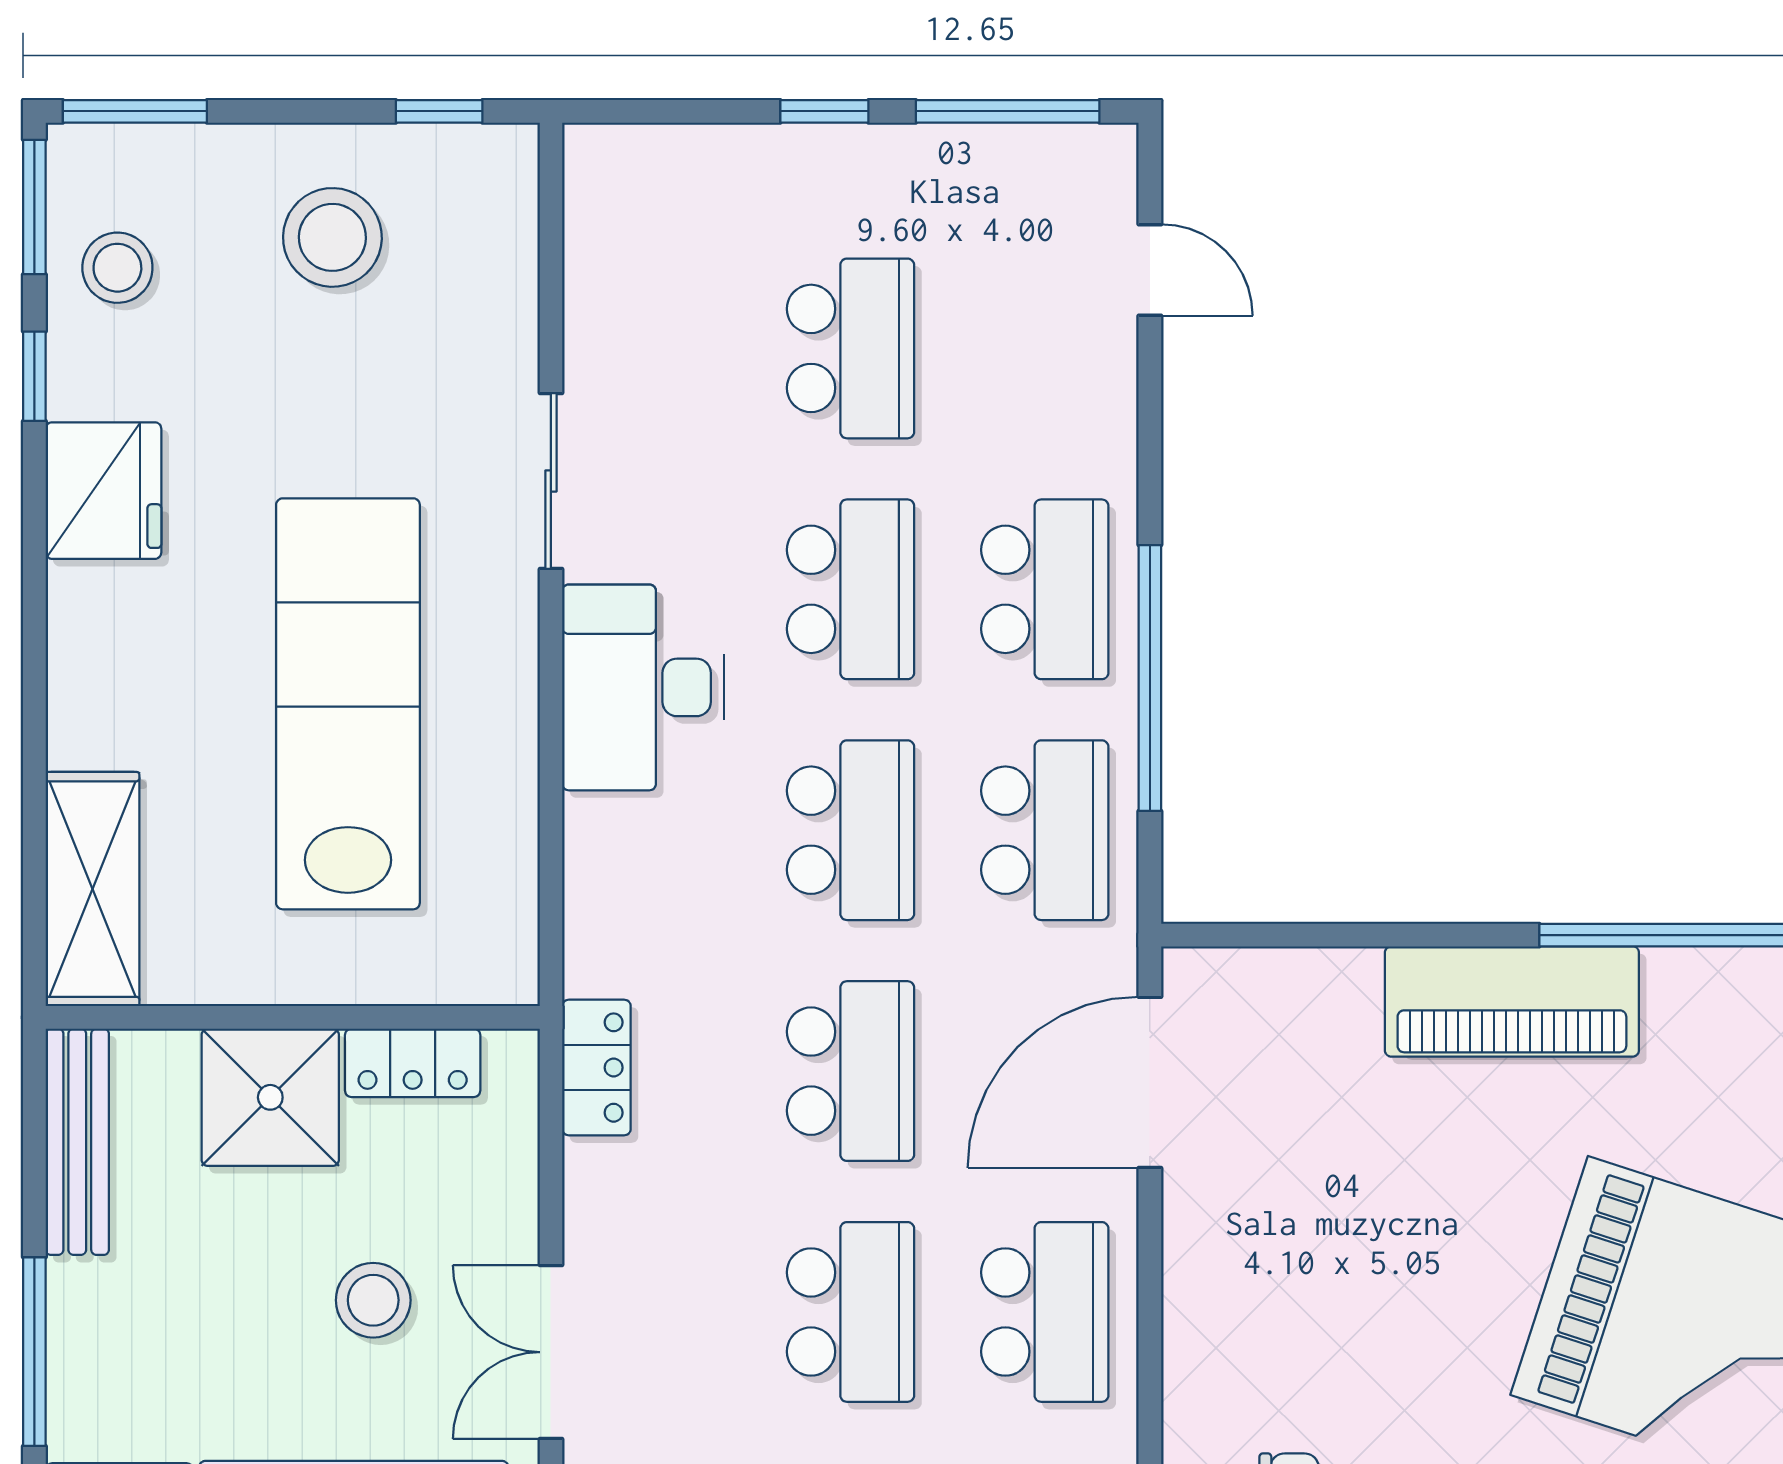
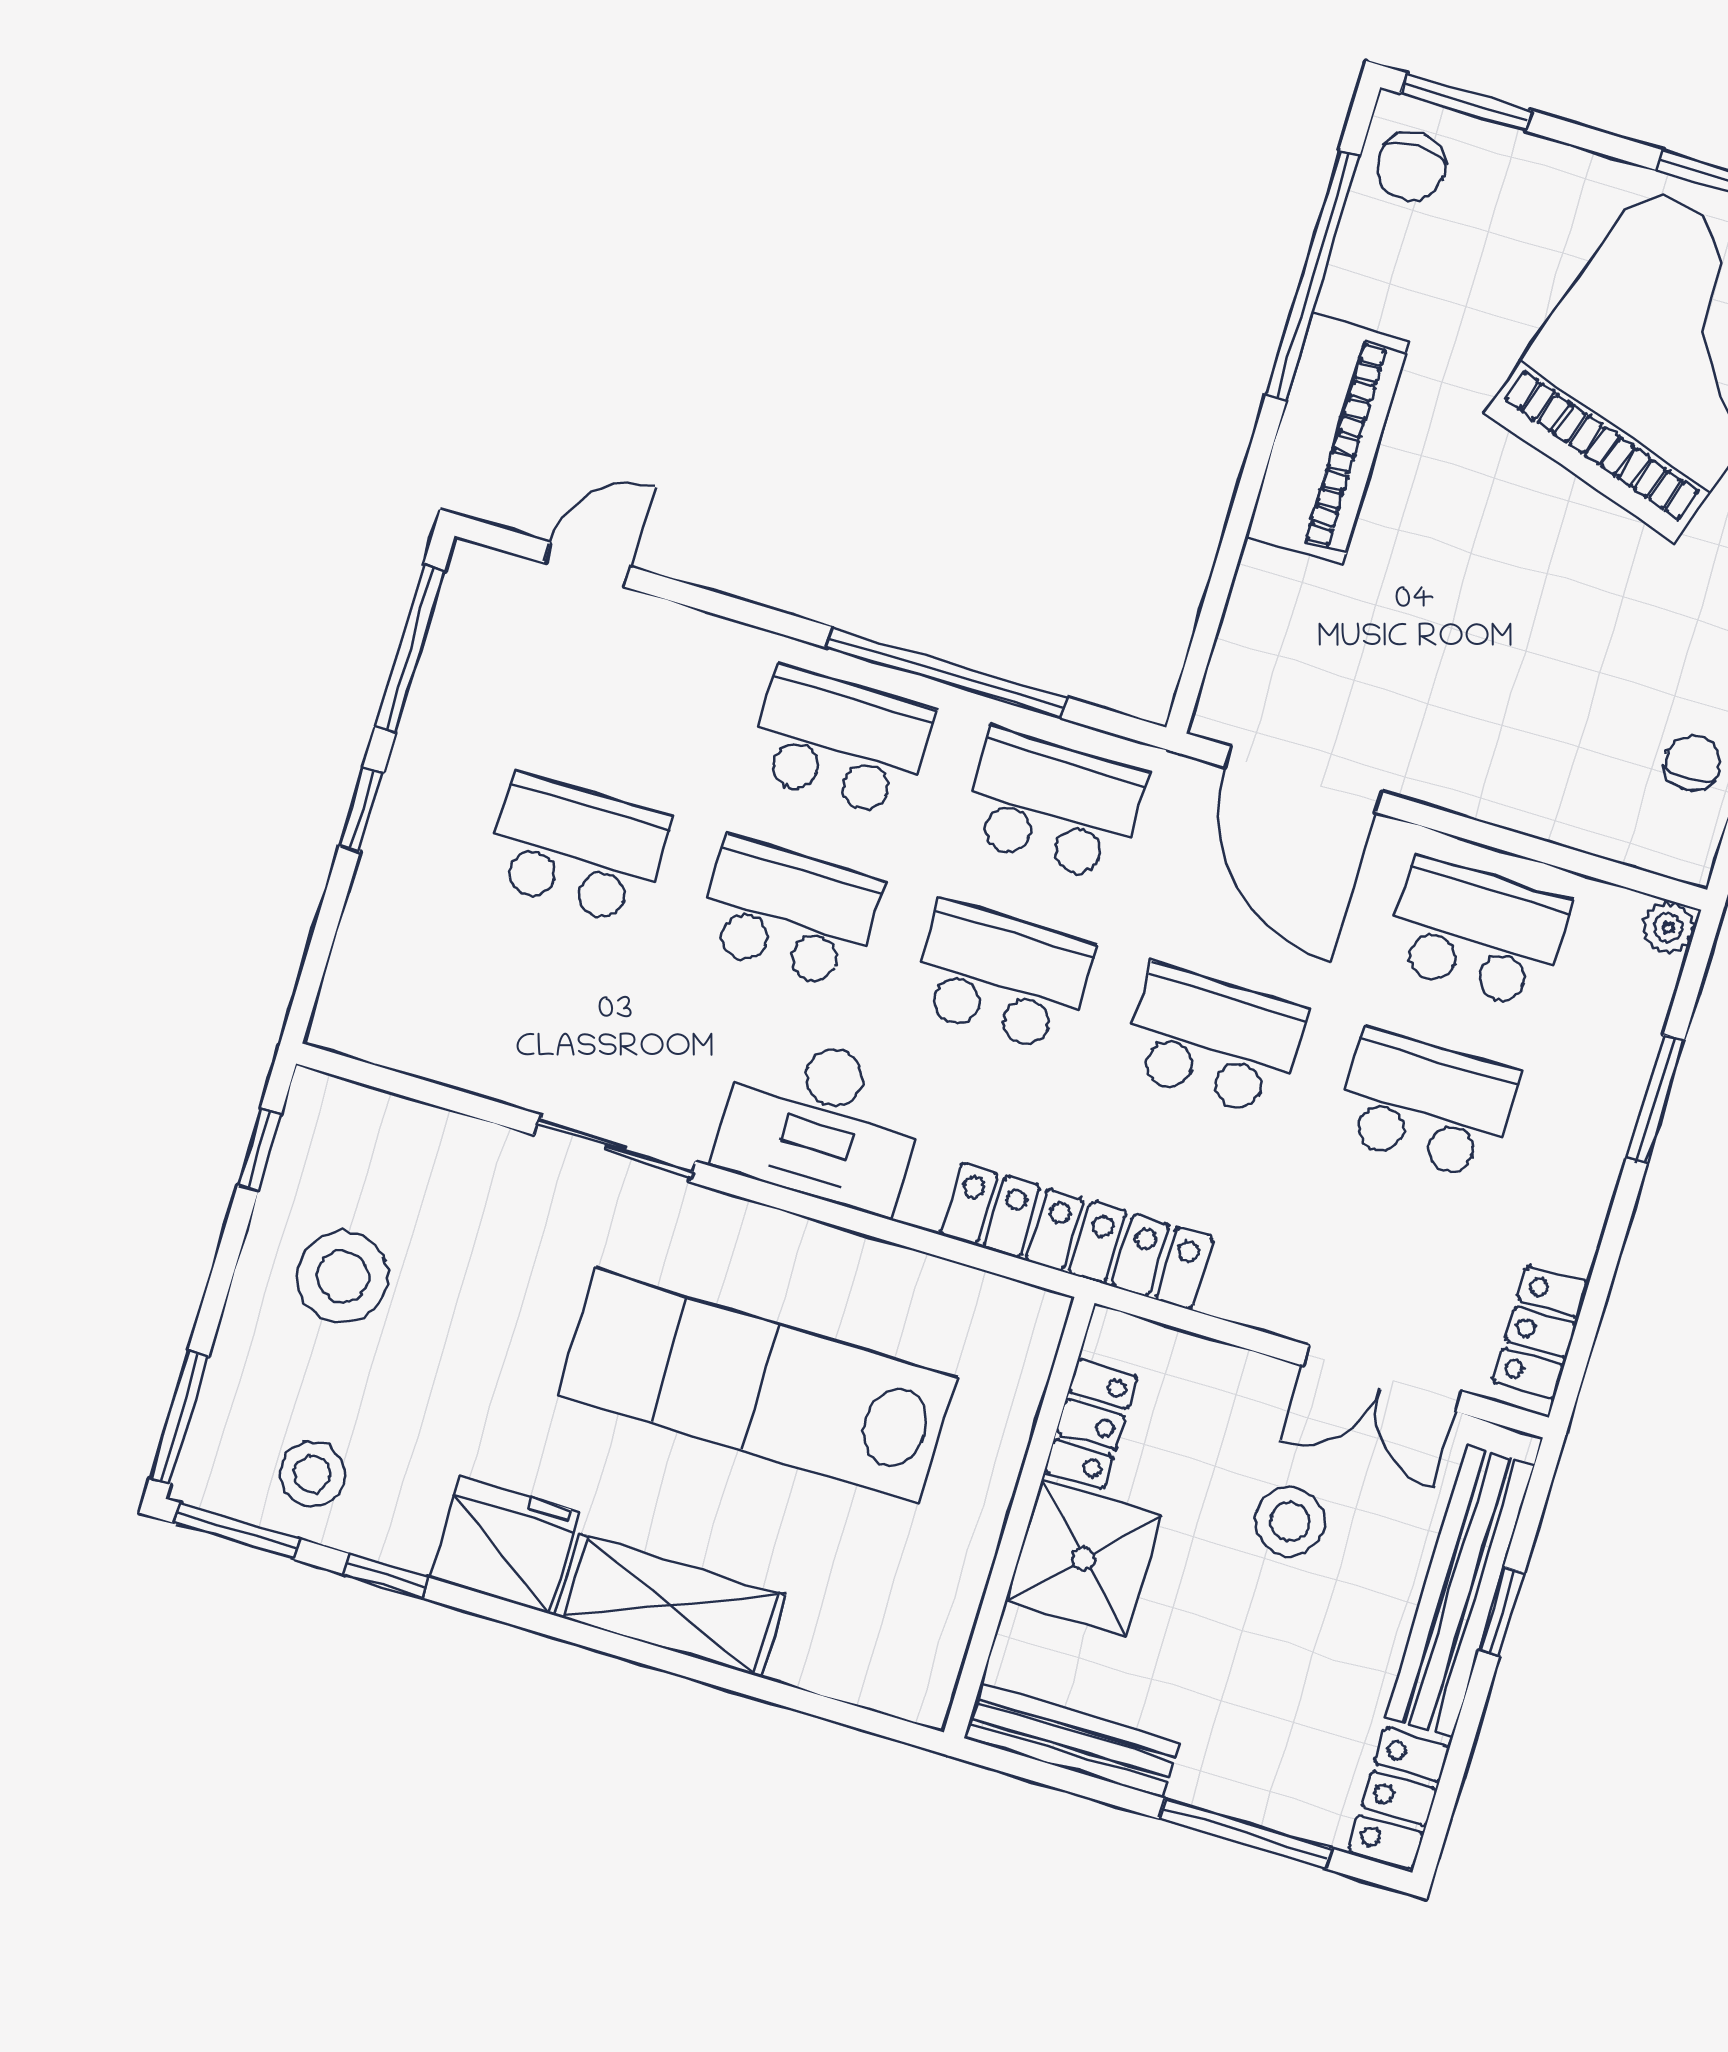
shelving: (92, 889) -> (671, 1605), moved
locker: (596, 1068) -> (1076, 1236), width x2.16, depth x1.21

